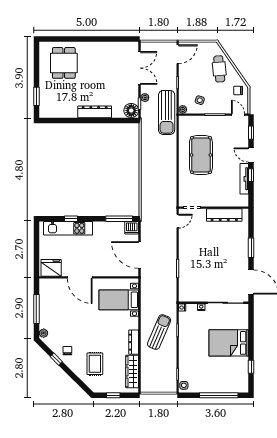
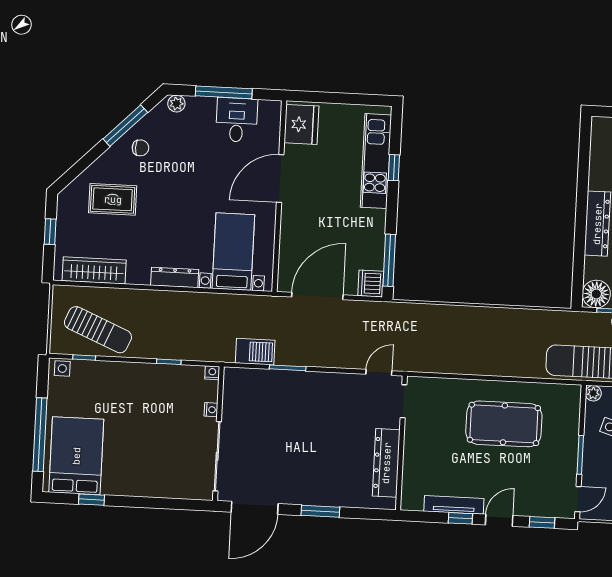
door: (178, 221) -> (379, 372), swing flipped
barbecue: (170, 286) -> (255, 352), added
desk: (50, 302) -> (237, 120), added
sun lounger: (159, 332) -> (98, 330), moved
dresser: (134, 342) -> (175, 277), moved
bed: (229, 343) -> (76, 456), moved
window: (56, 359) -> (125, 126), width x2.17

